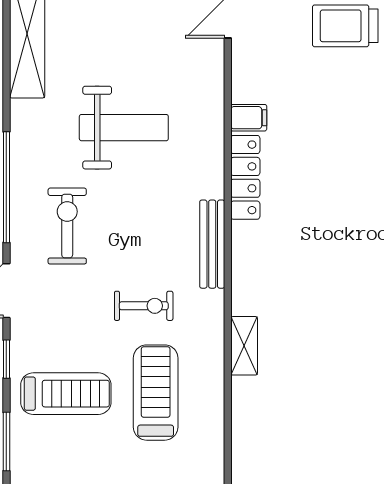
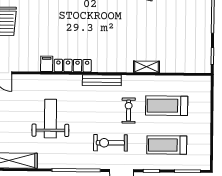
exercise bike: (67, 226) -> (110, 143), moved
treadmill: (66, 394) -> (167, 145), turned -90

